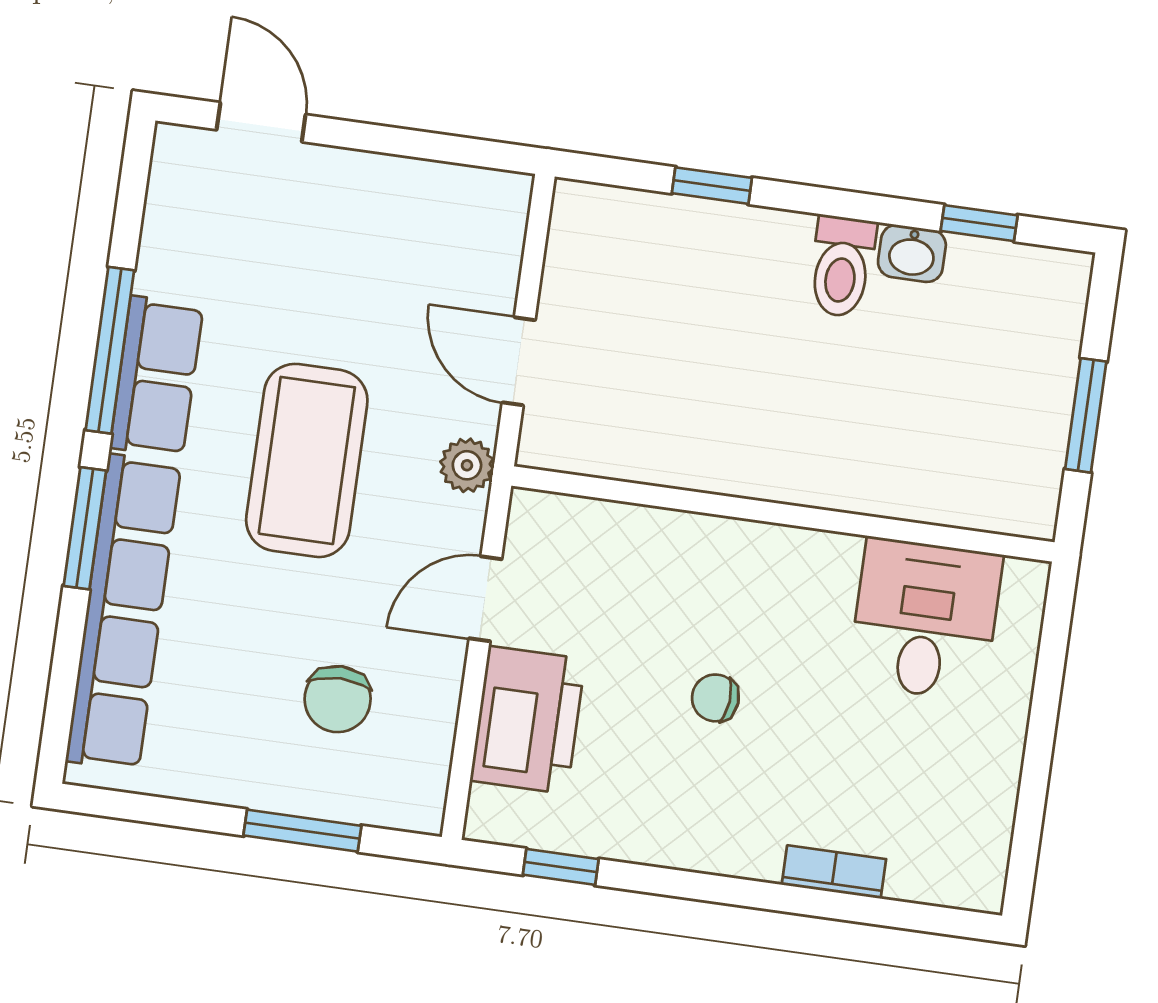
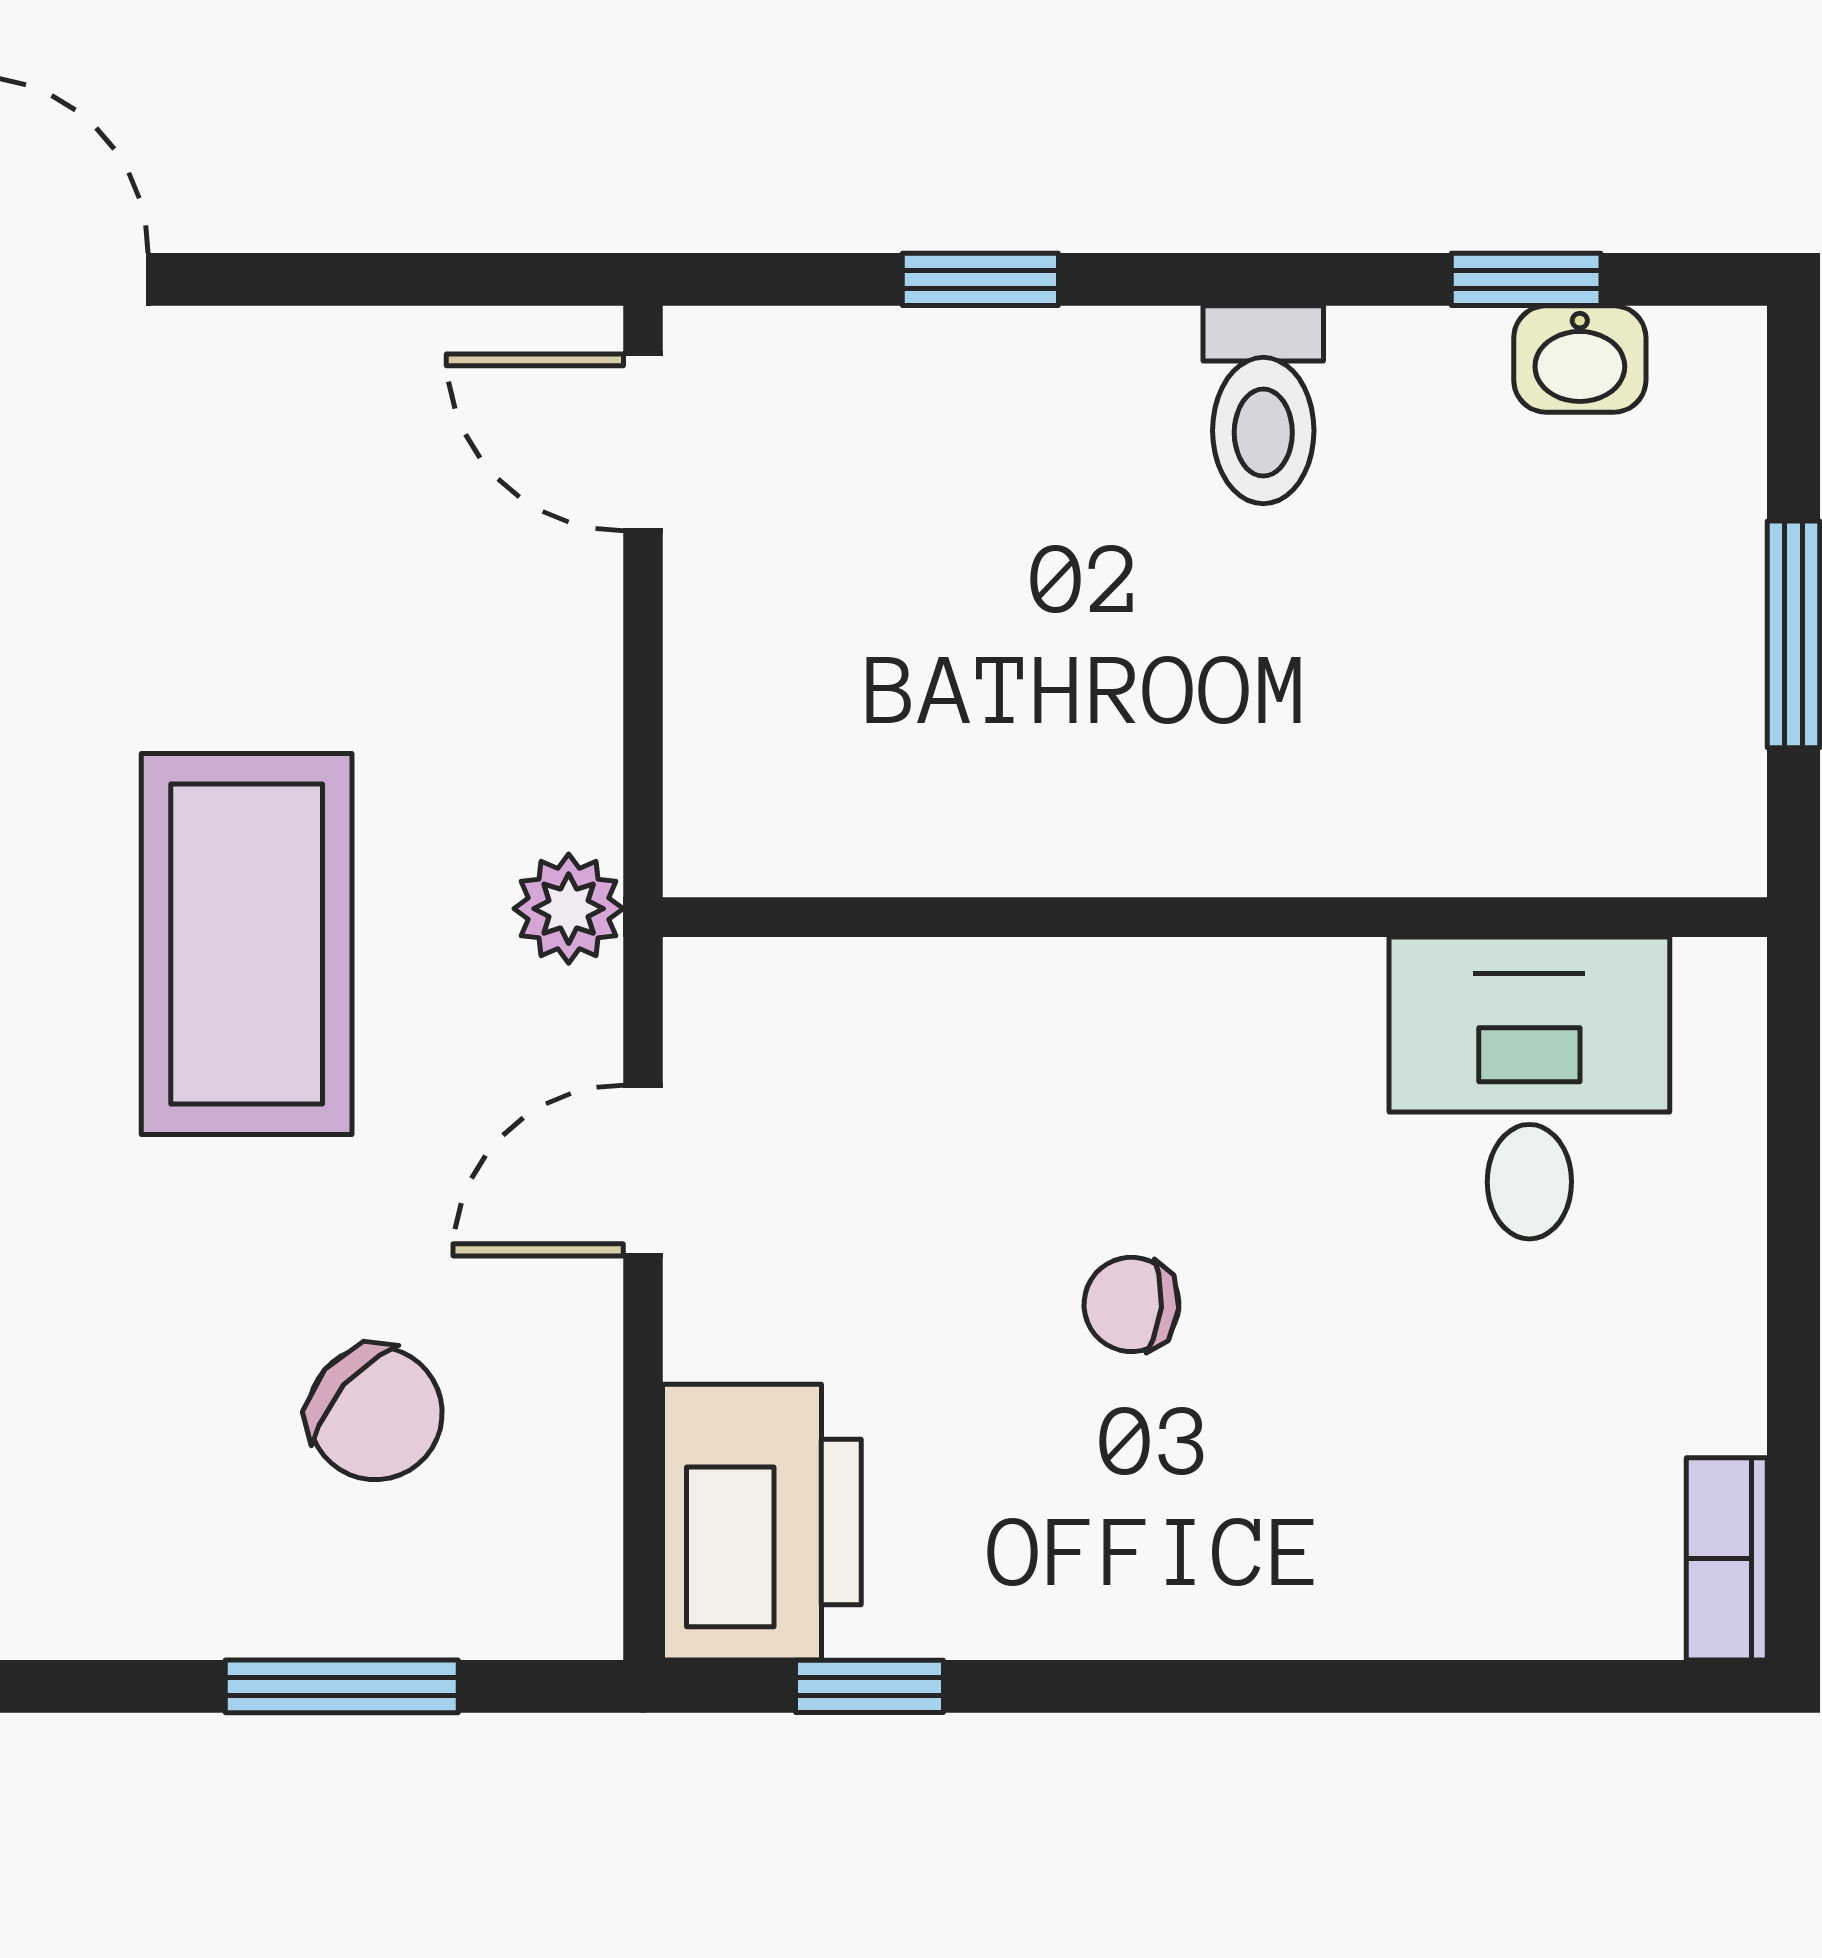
washbasin: (912, 253) -> (1580, 359), moved
door: (519, 361) -> (643, 442), moved
chair: (338, 699) -> (375, 1413), turned -49
printer: (528, 720) -> (762, 1522), moved
bookcase: (834, 872) -> (1727, 1559), moved, turned -90

